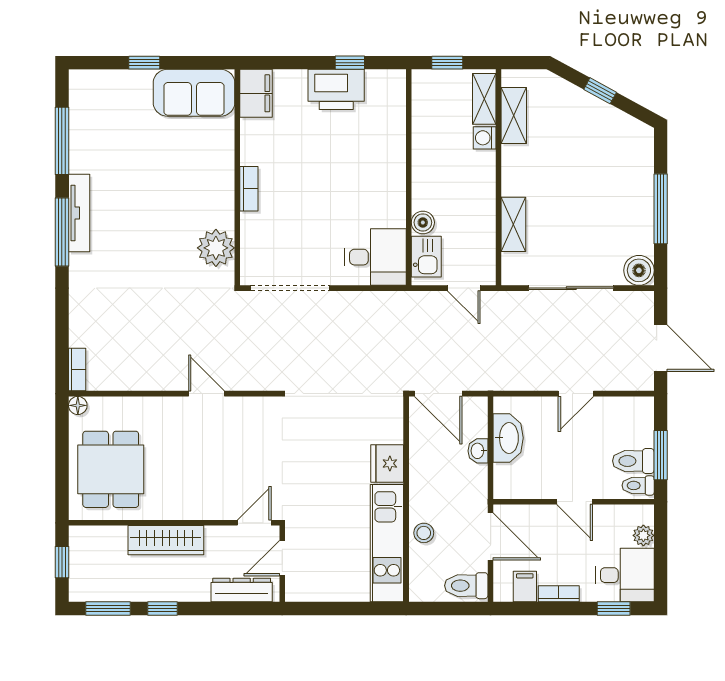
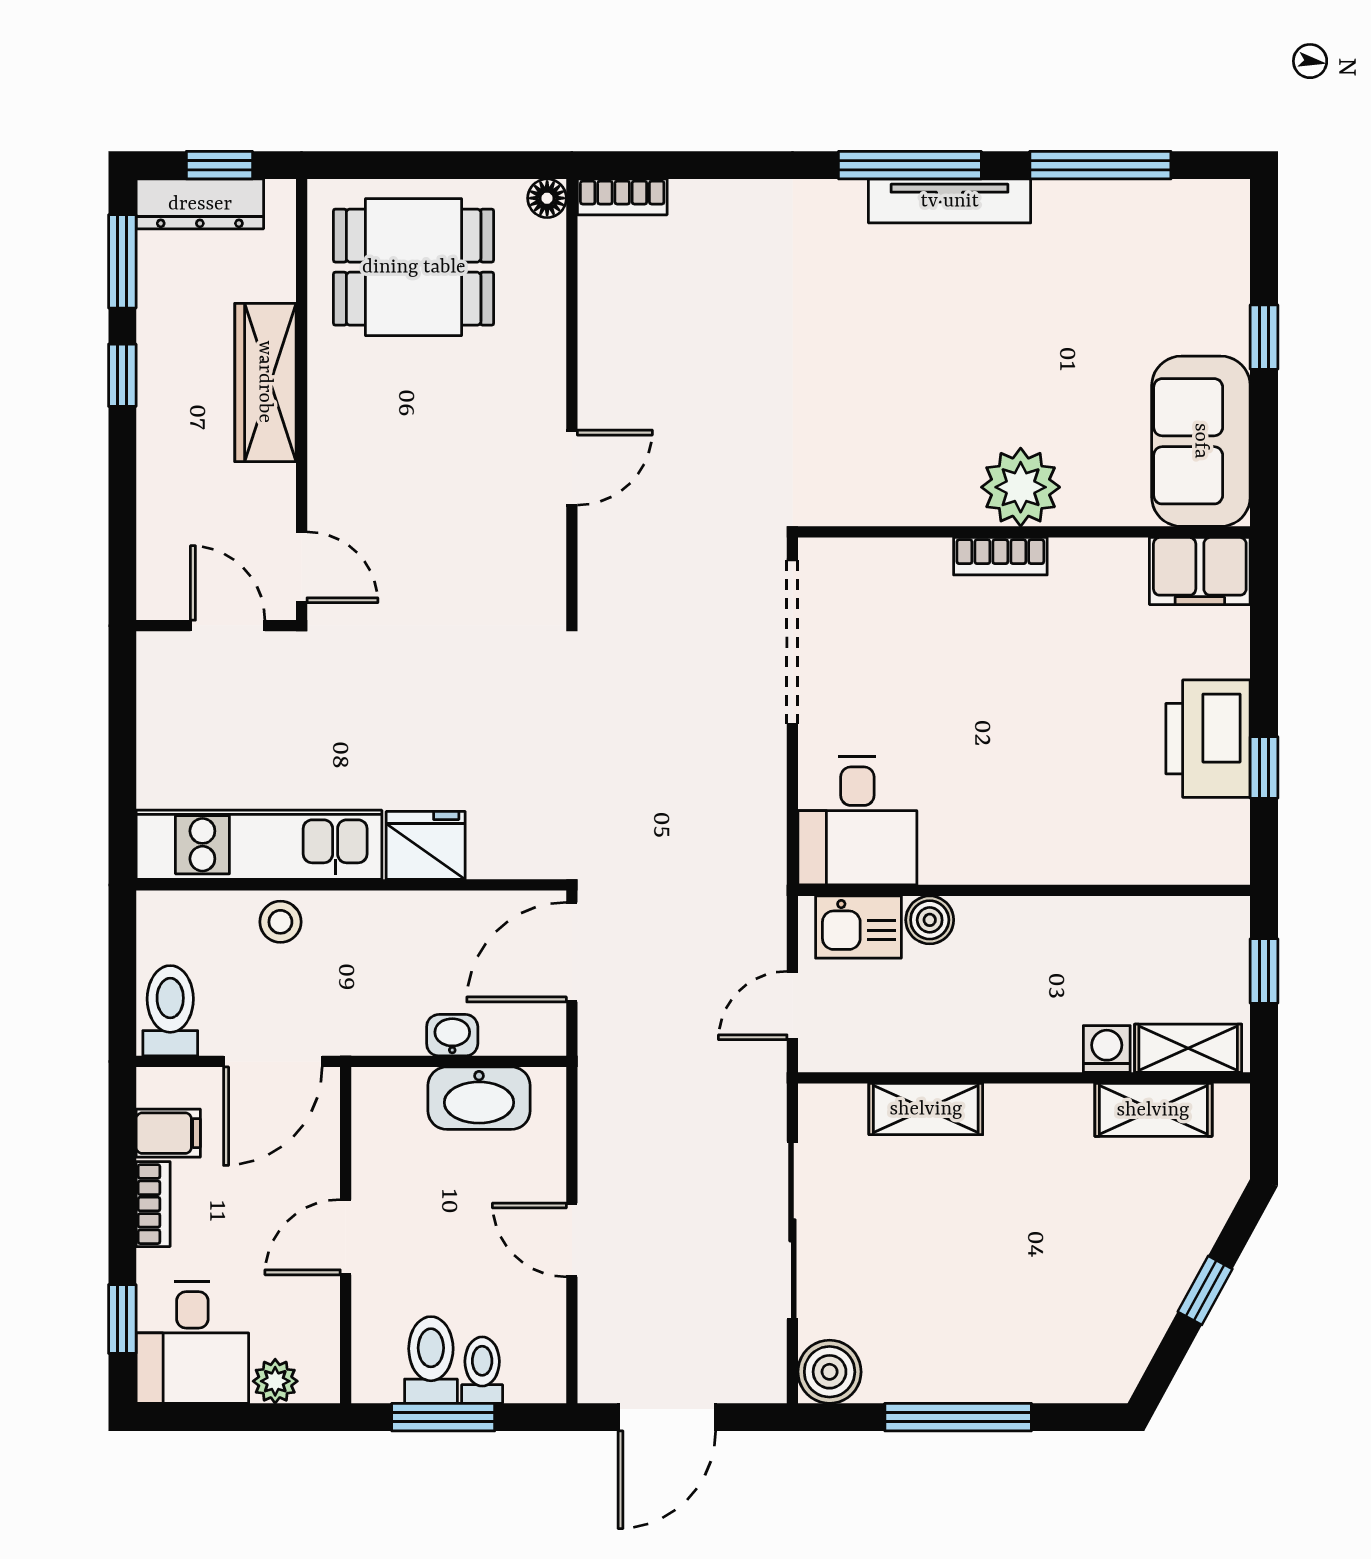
plant: (216, 248) -> (1021, 487), moved
toilet: (638, 485) -> (482, 1370), moved
dresser: (242, 590) -> (200, 204), moved, turned 90

